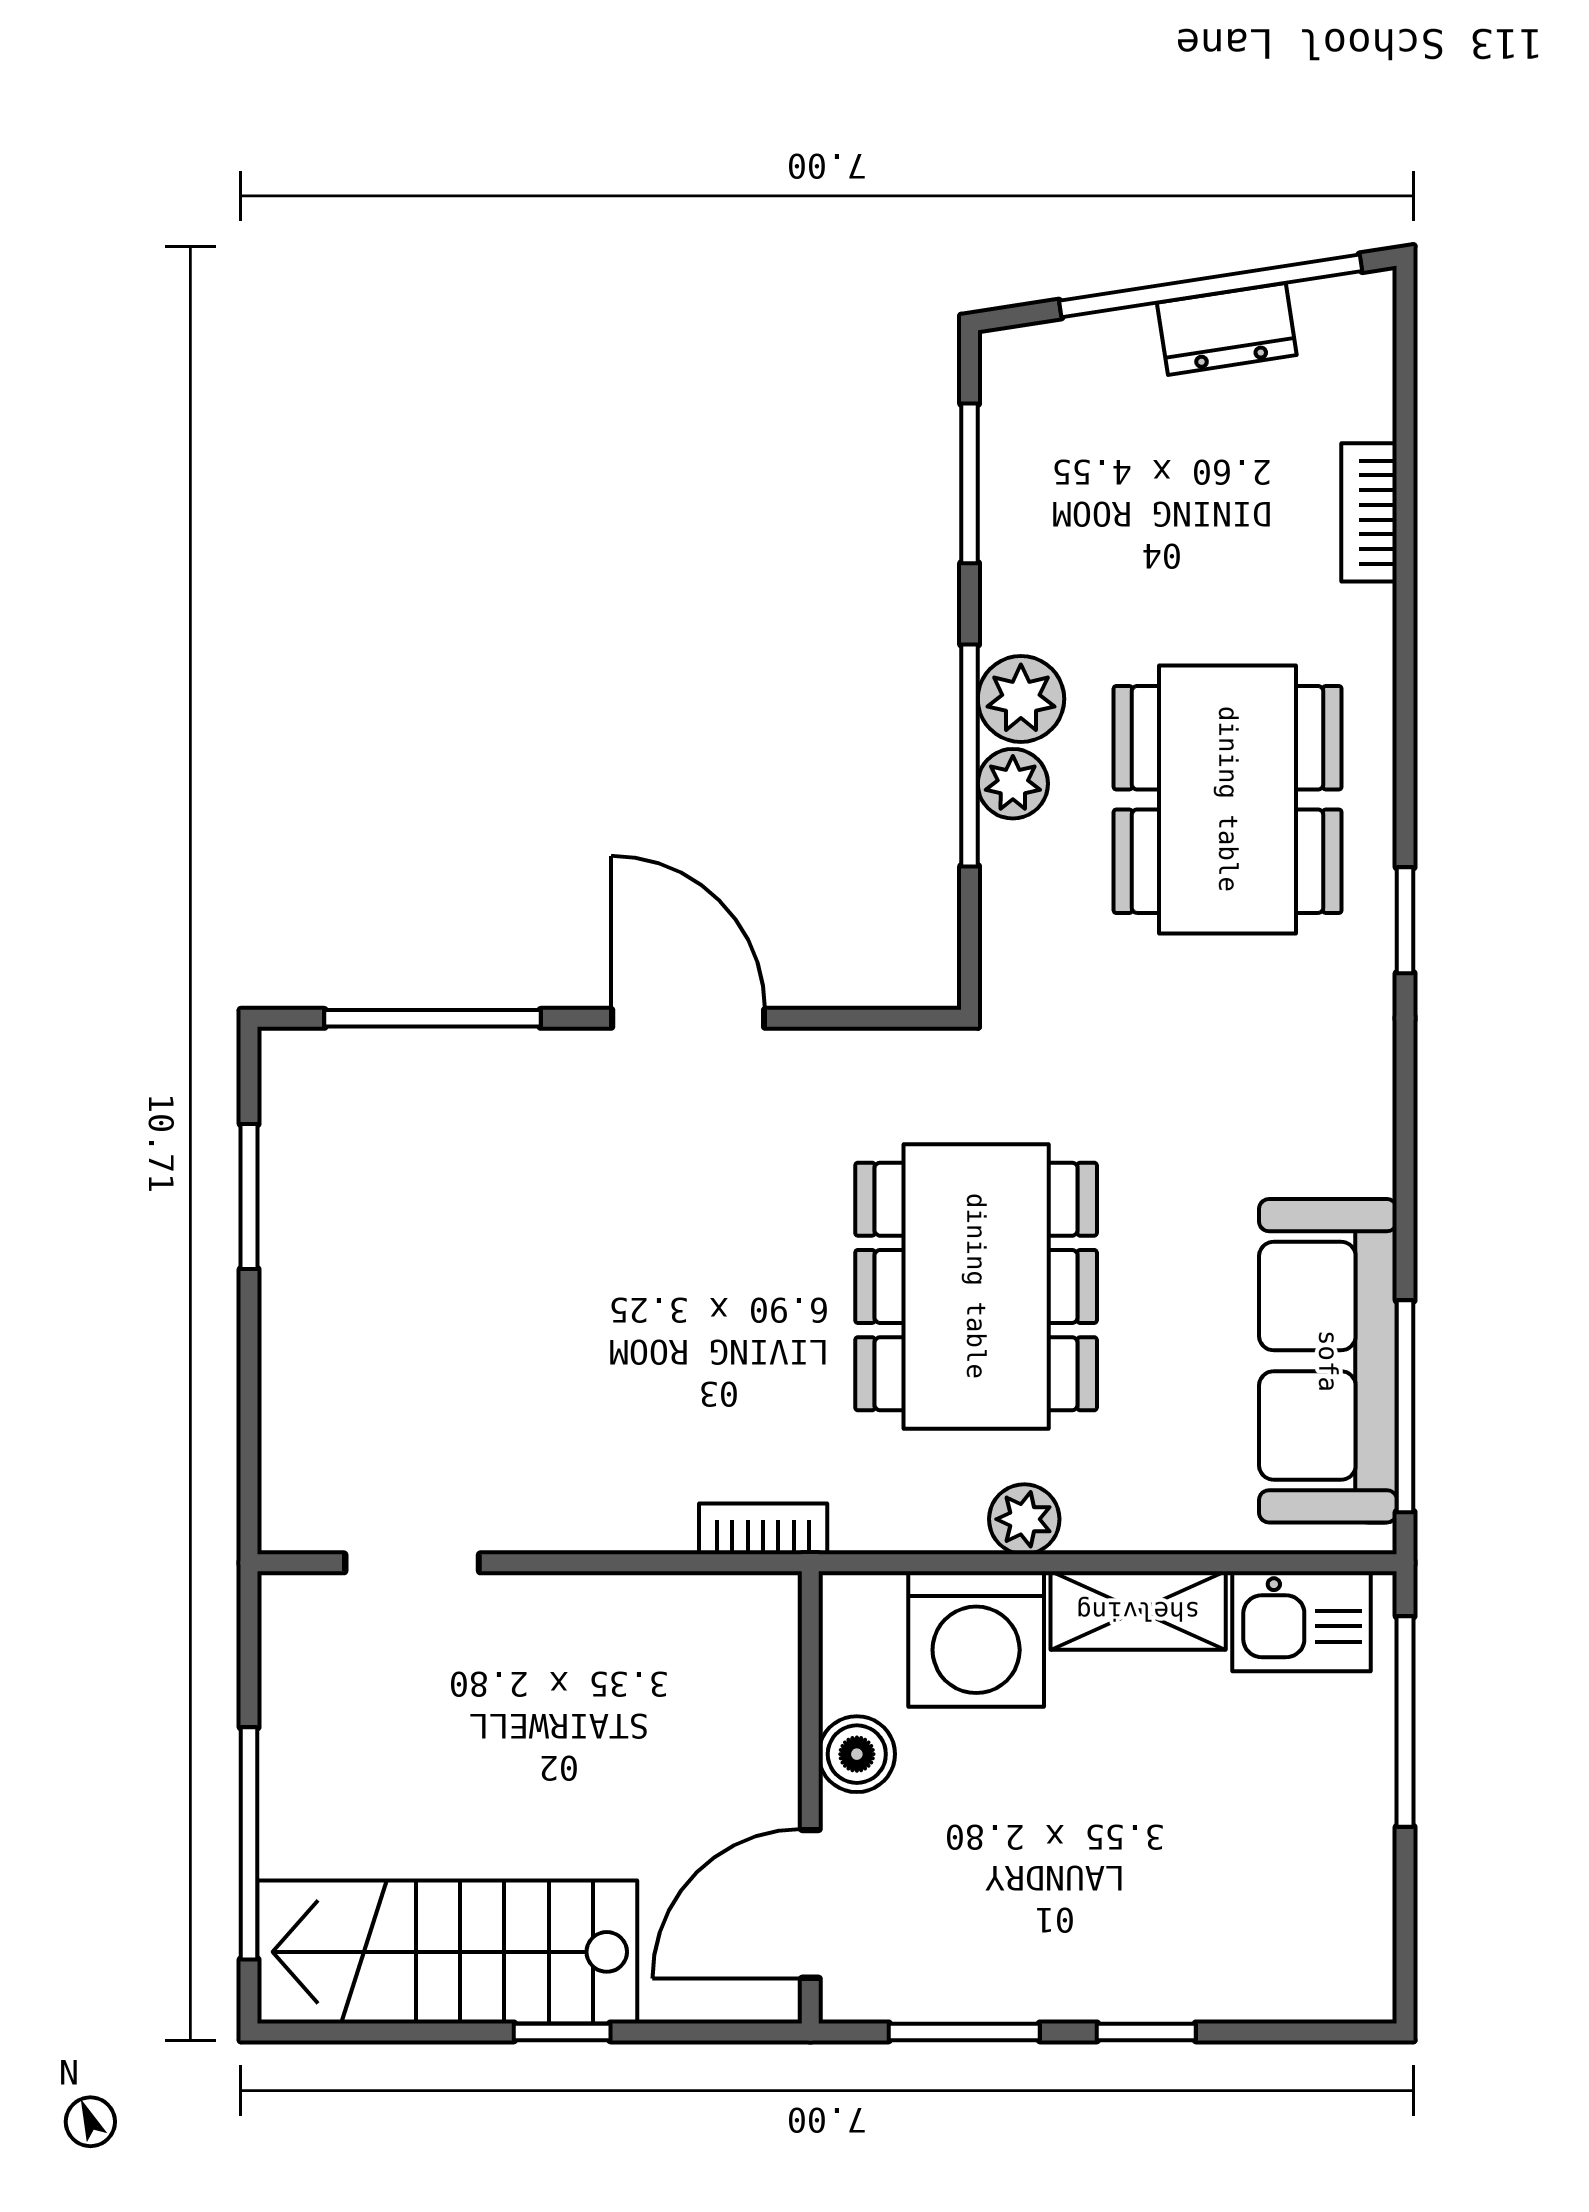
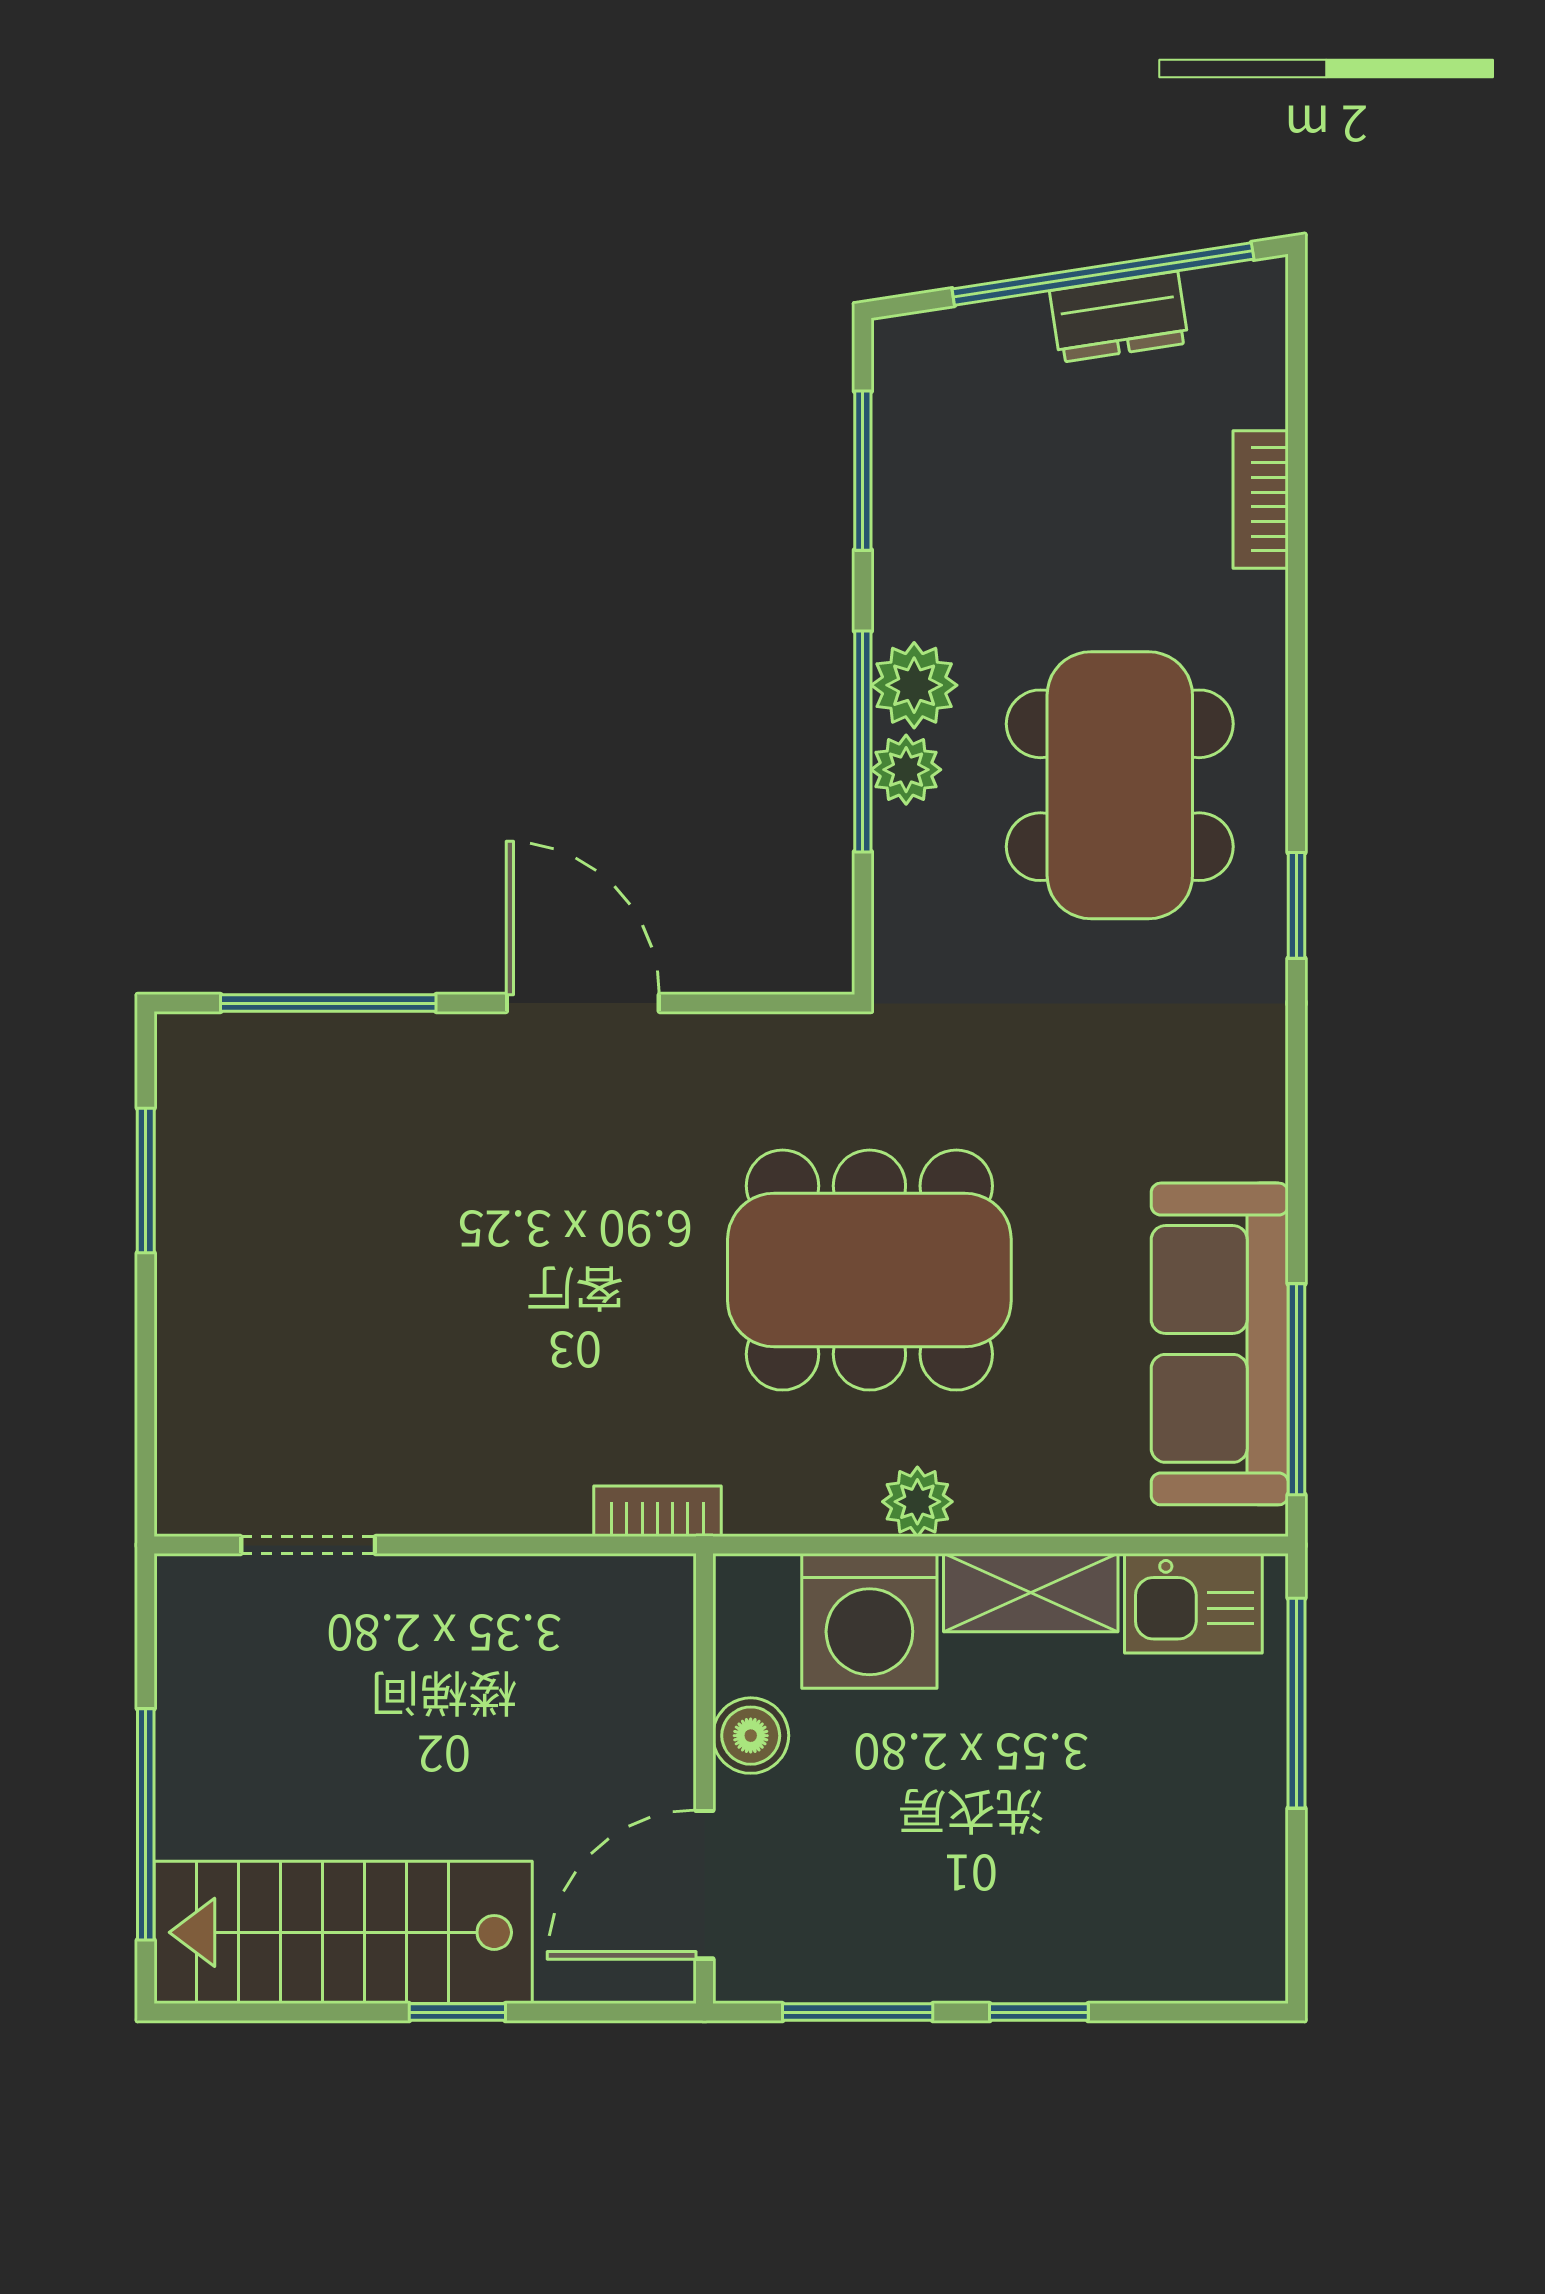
dining table: (976, 1286) -> (869, 1270), turned 90

